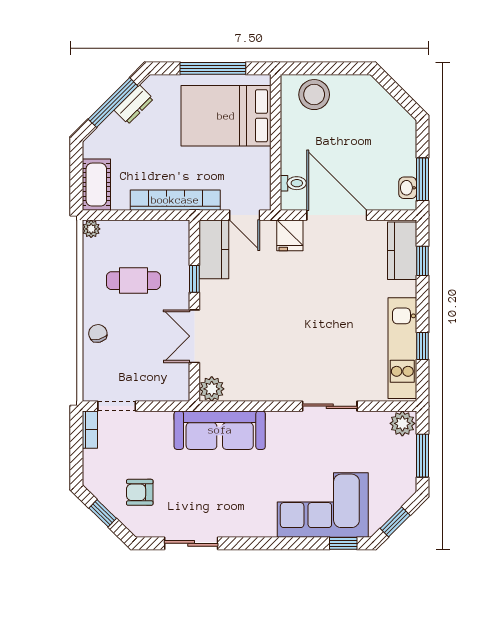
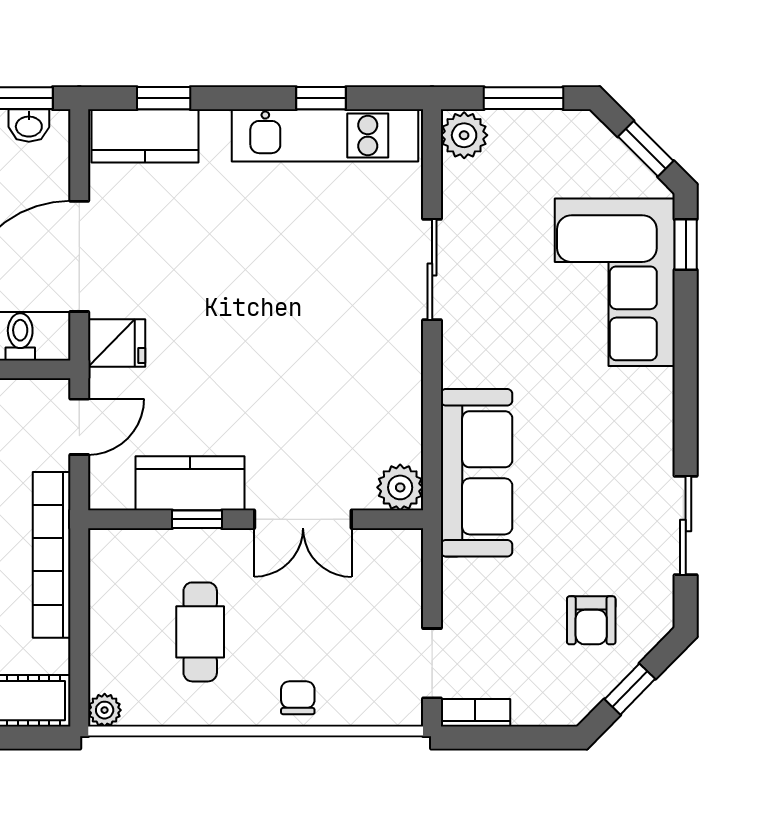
kitchen counter: (214, 249) -> (190, 483), moved
chair: (98, 333) -> (298, 698), turned 105

